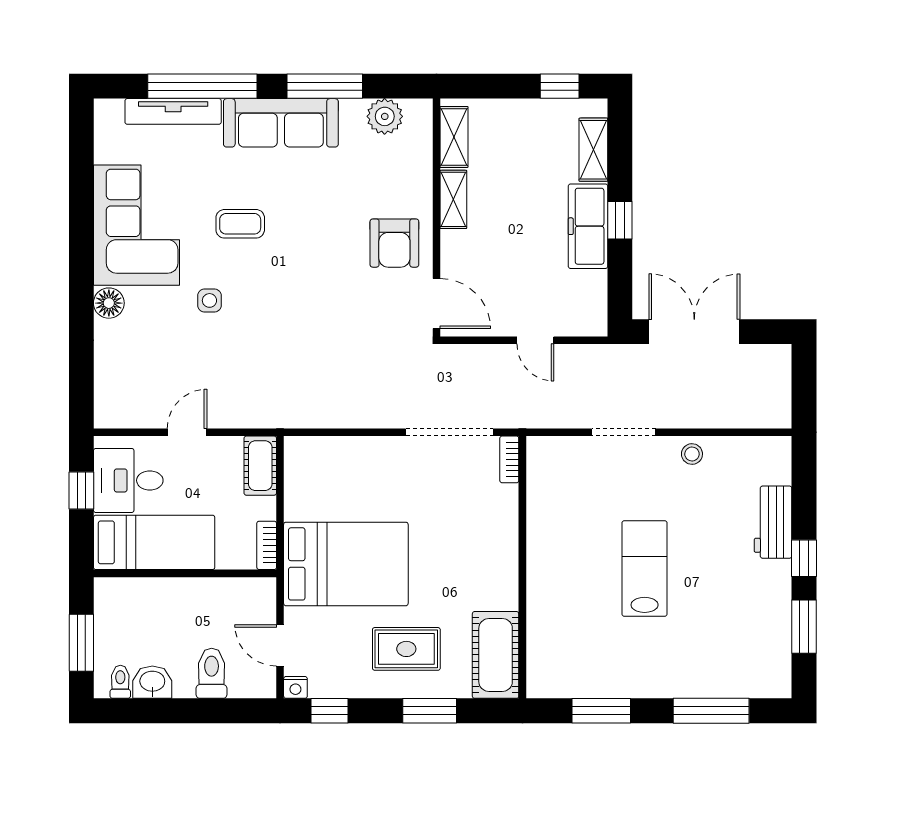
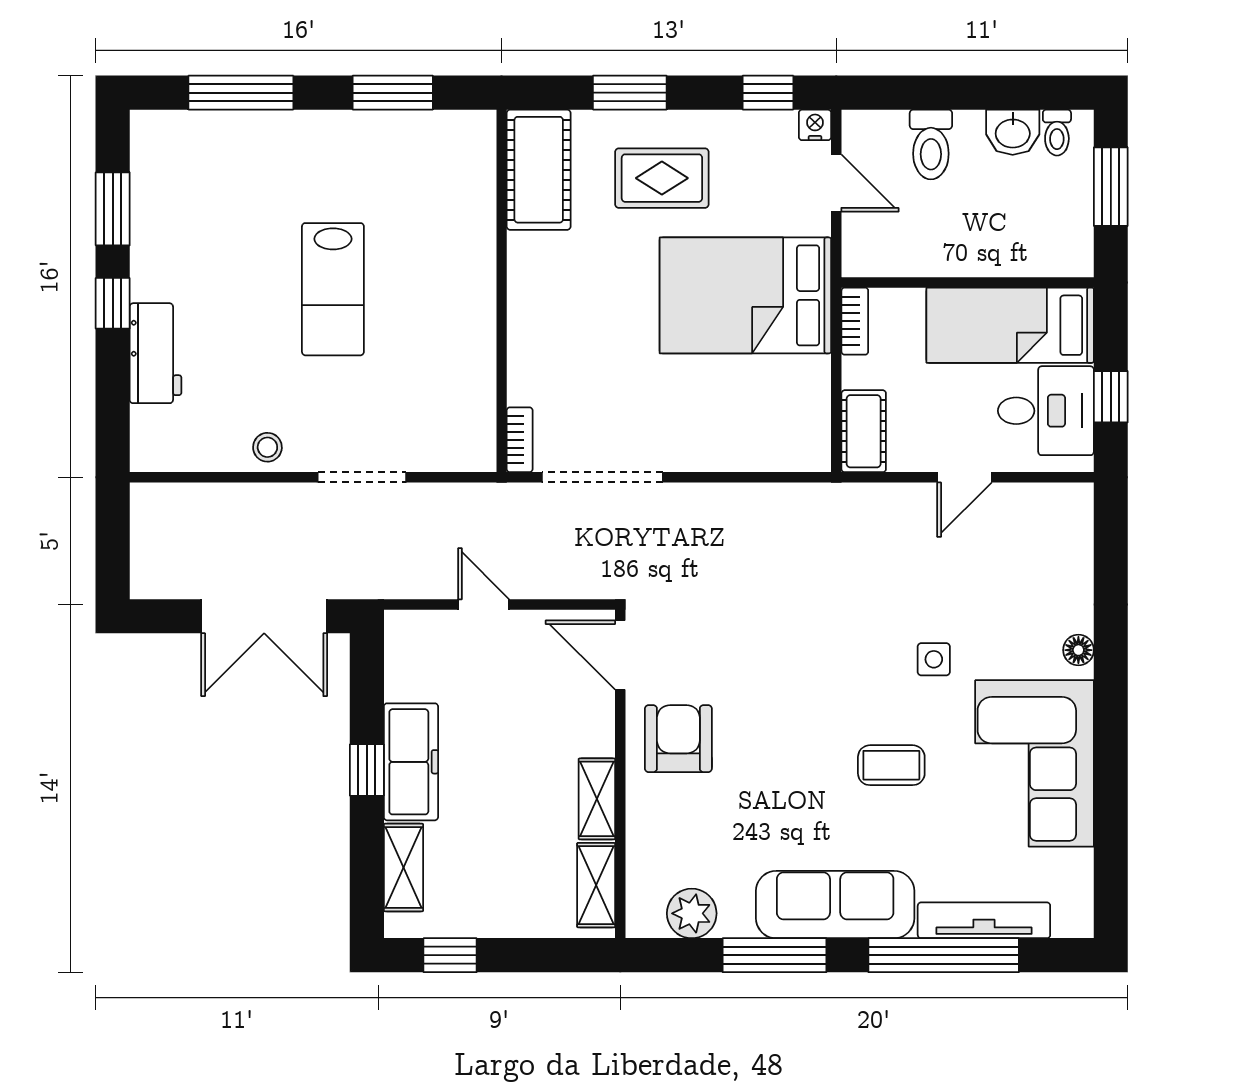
floor lamp: (109, 303) -> (1078, 650), width x0.73, depth x0.73

